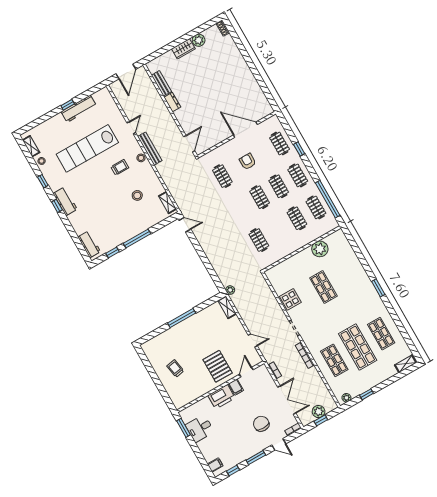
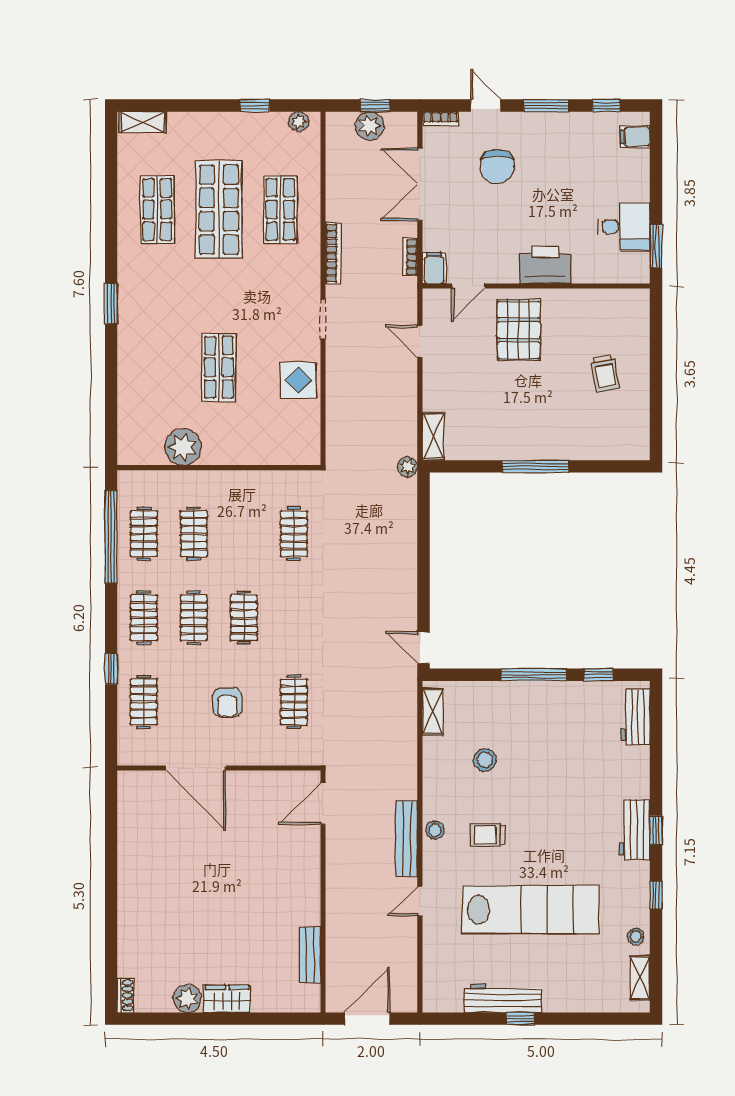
dresser: (172, 102) -> (310, 905), removed
filing cabinet: (236, 387) -> (434, 268), moved

